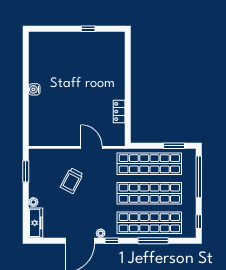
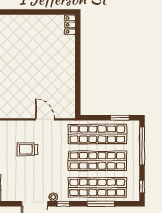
window: (88, 29) -> (42, 12), removed
locker: (119, 111) -> (70, 25), moved
trolley: (72, 181) -> (27, 149), turned 62

